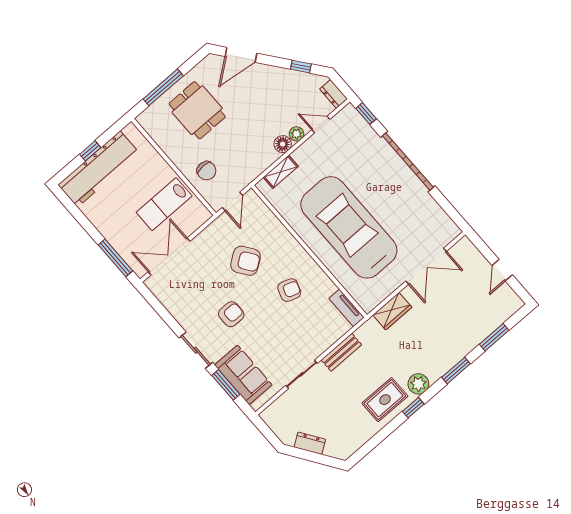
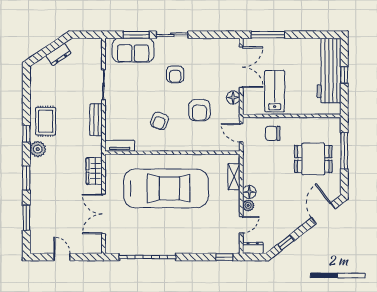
garage door: (408, 162) -> (147, 257), moved
floor lamp: (205, 239) -> (233, 98), added
armchair: (246, 261) -> (199, 110), turned -55

